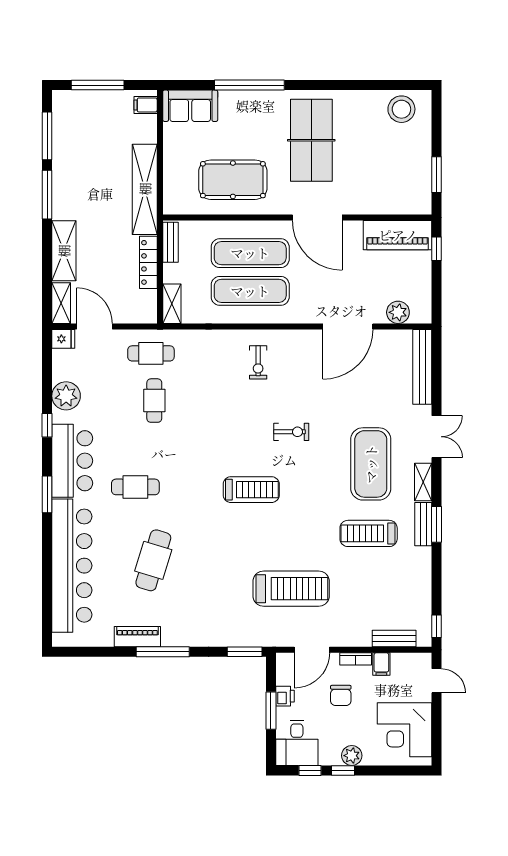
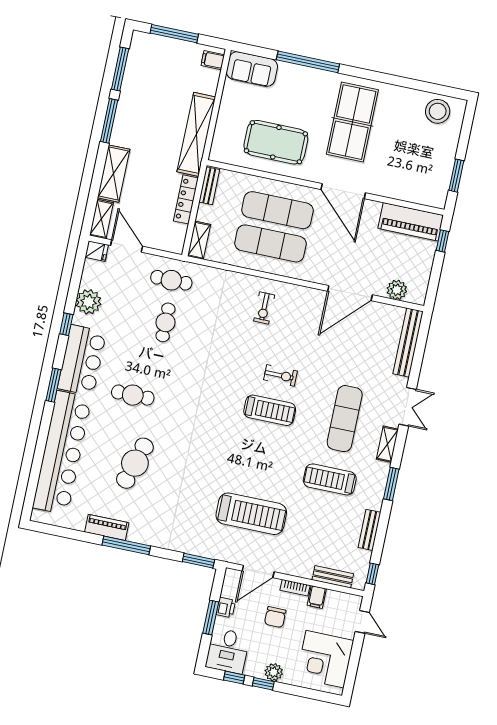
exercise mat: (371, 464) -> (345, 419), width x0.68
treadmill: (251, 490) -> (270, 410), moved
bench: (423, 524) -> (370, 530), moved

